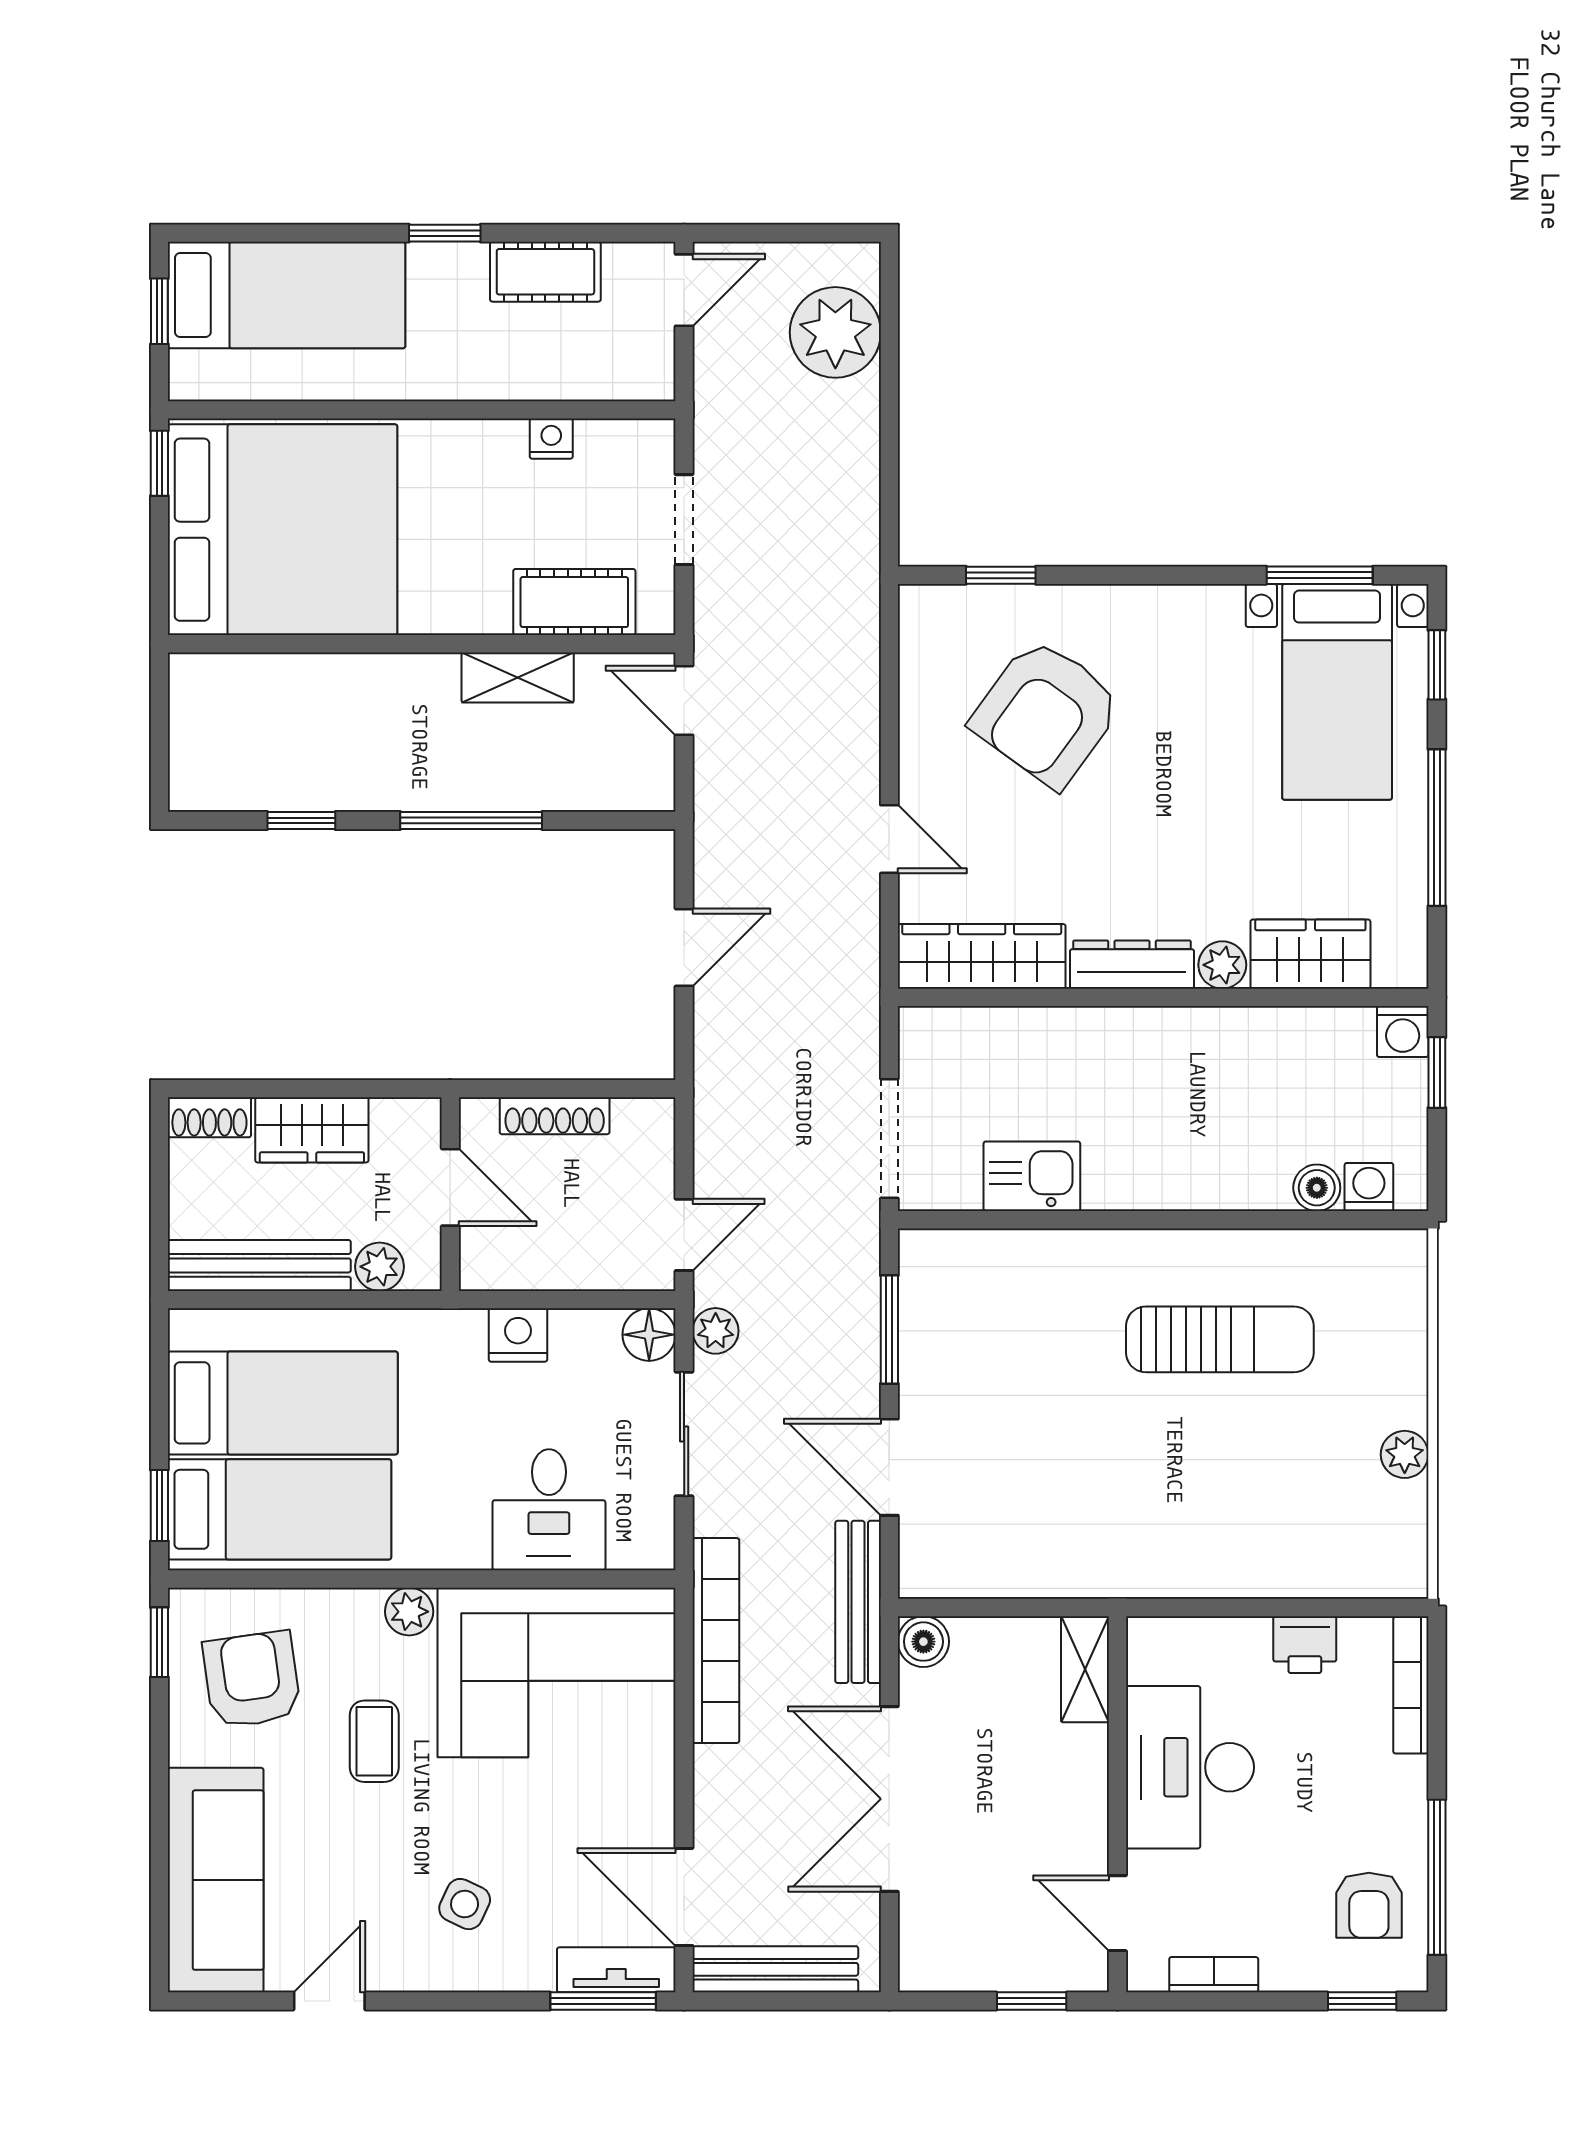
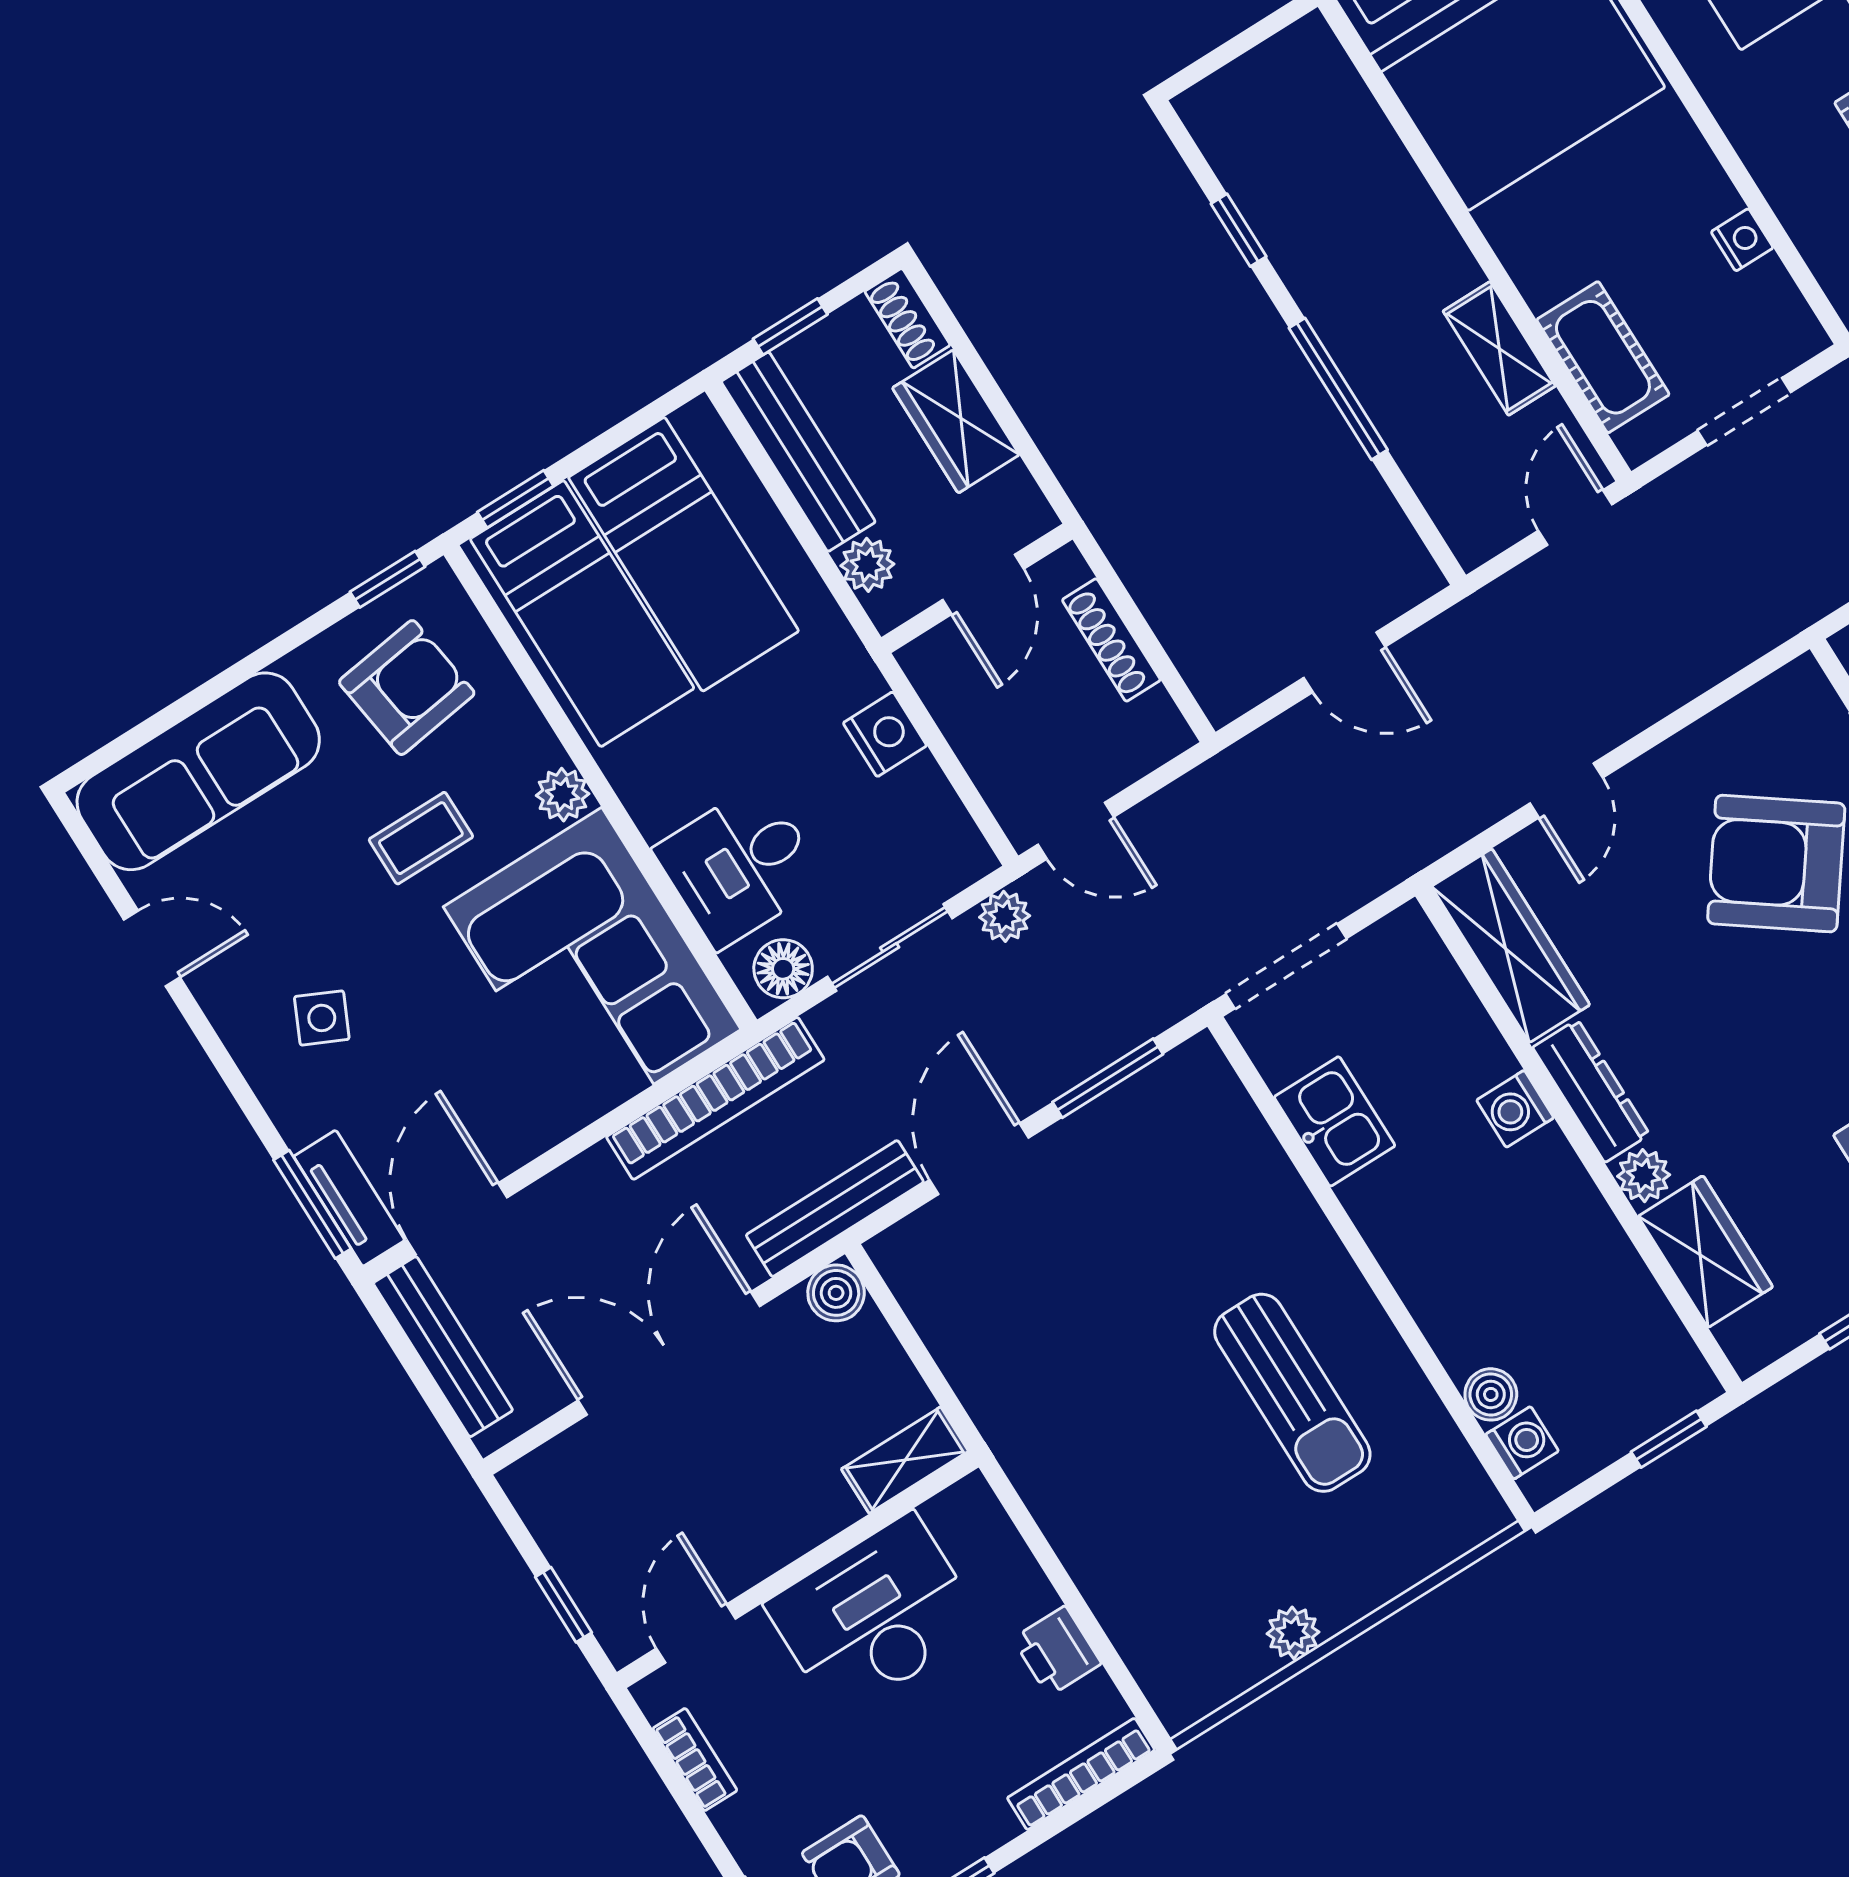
washing machine: (1403, 1031) -> (1515, 1109), moved
window: (159, 1211) -> (790, 327), added
floor lamp: (649, 1335) -> (783, 969), moved

